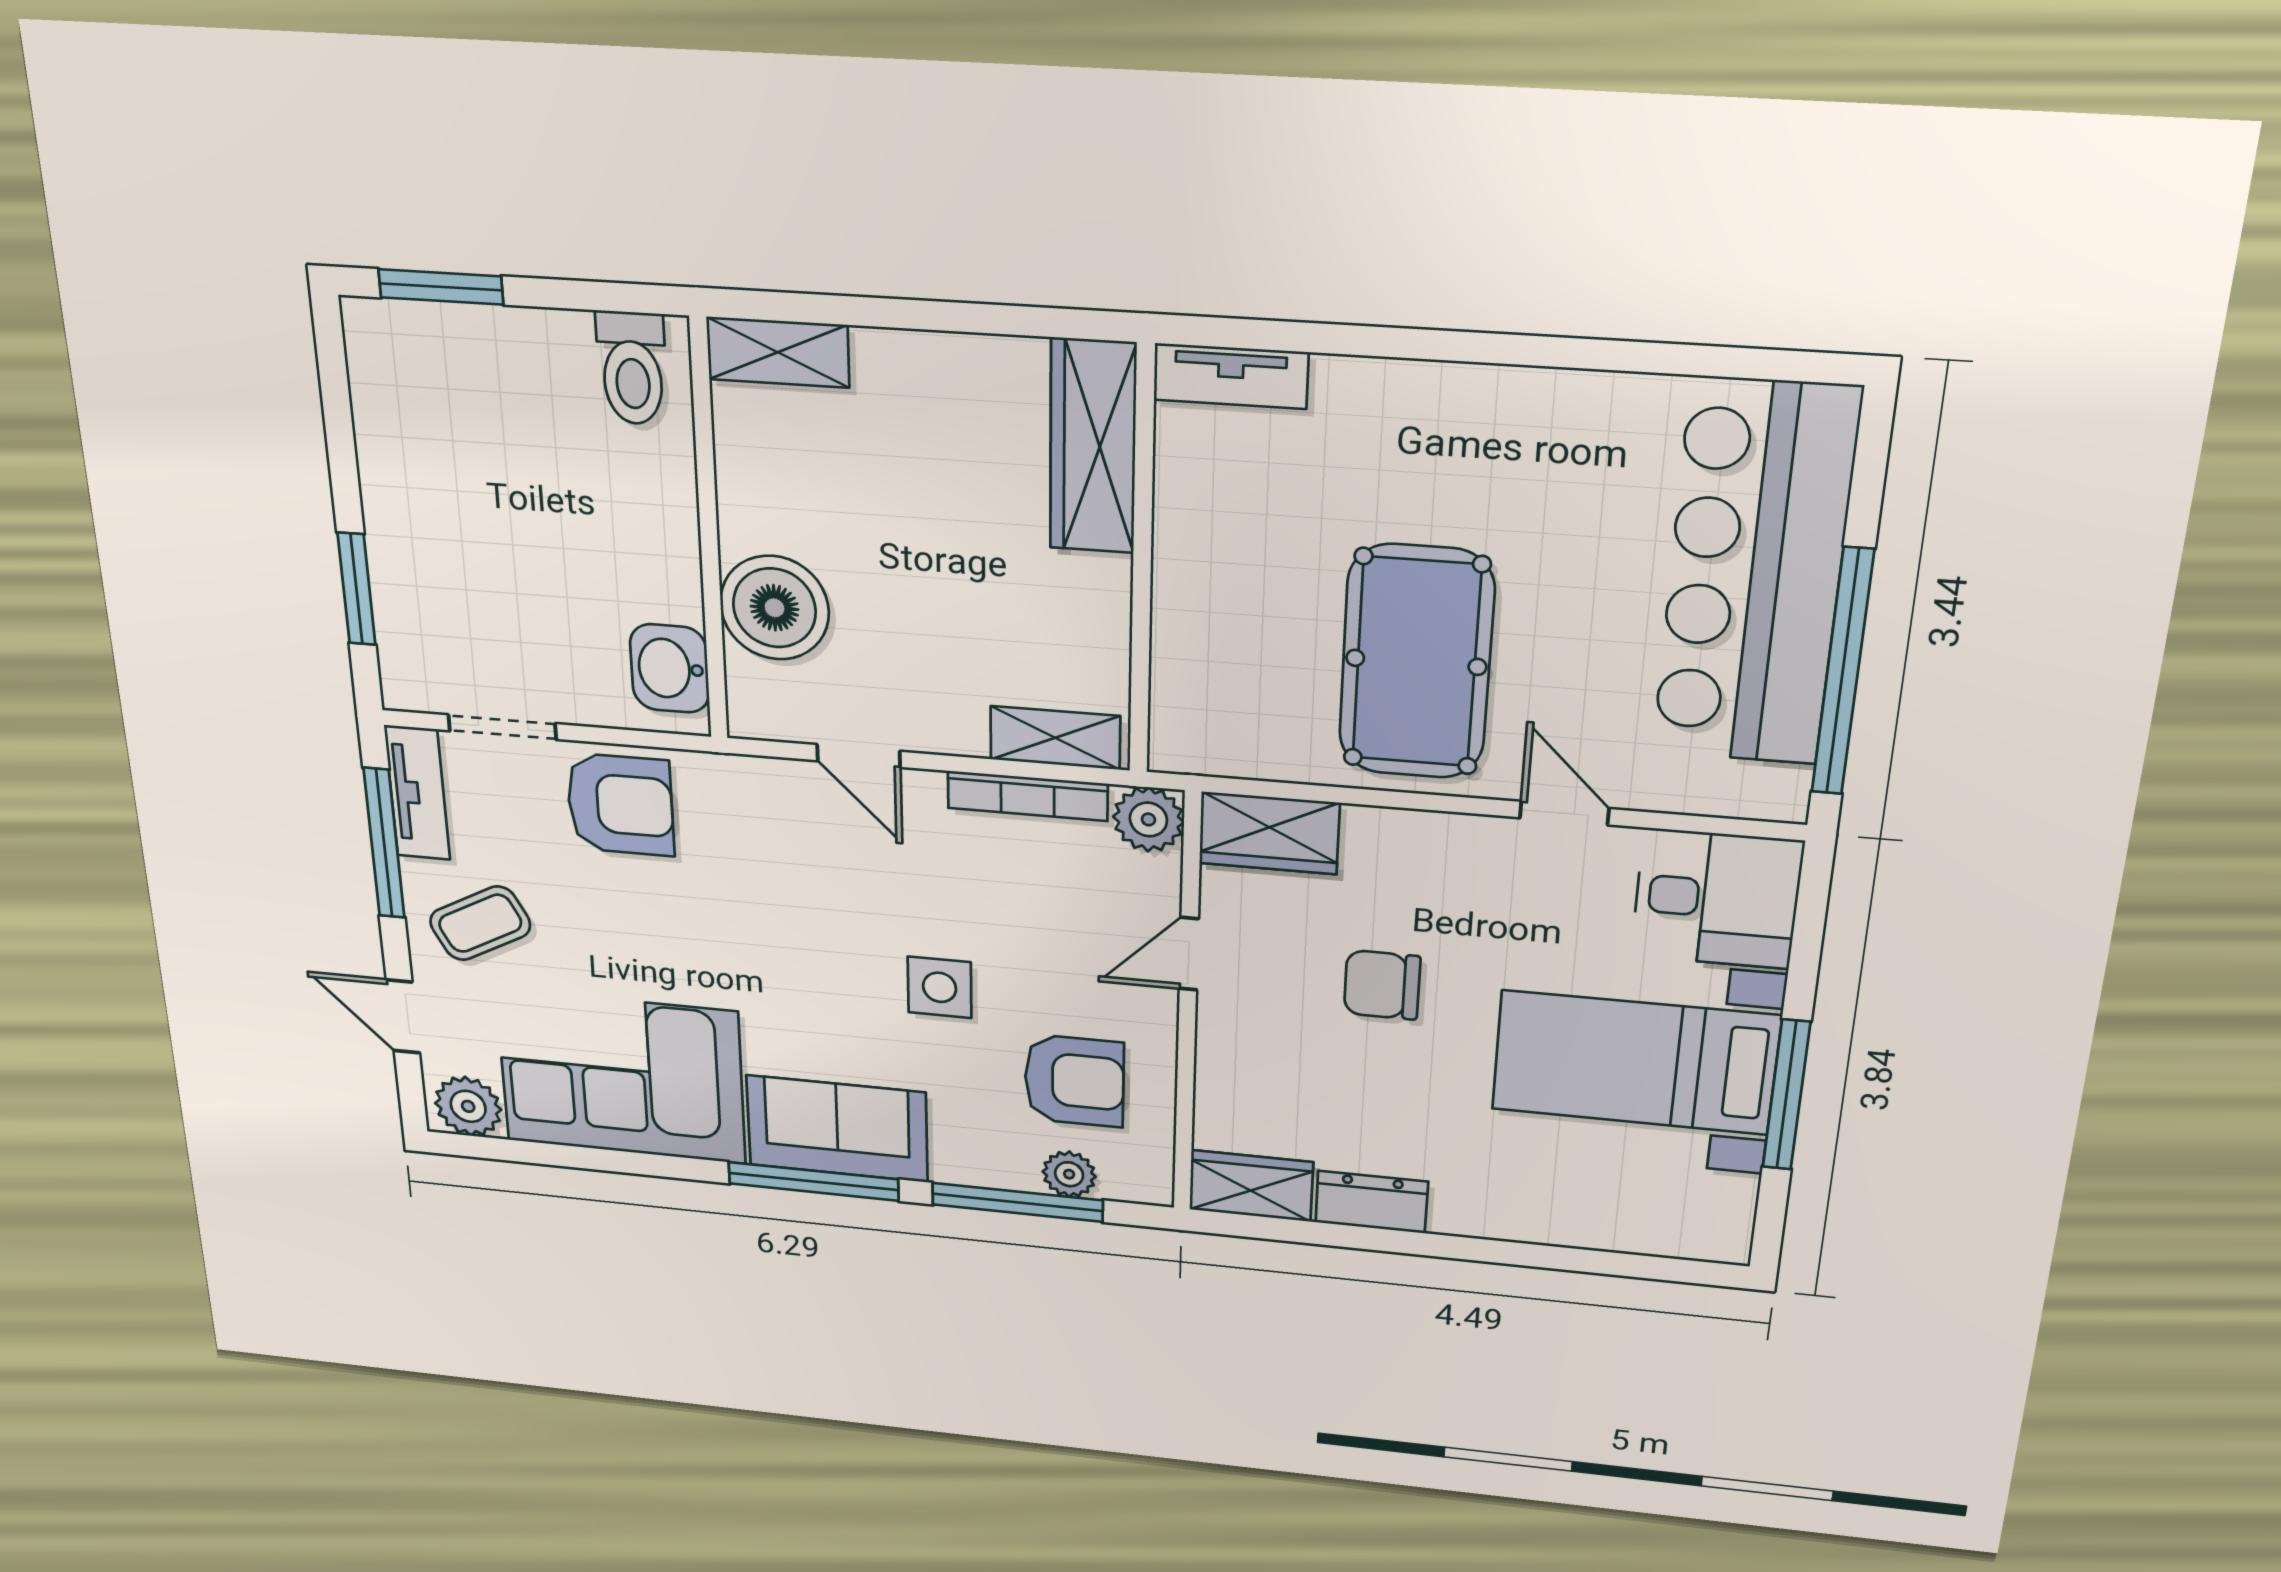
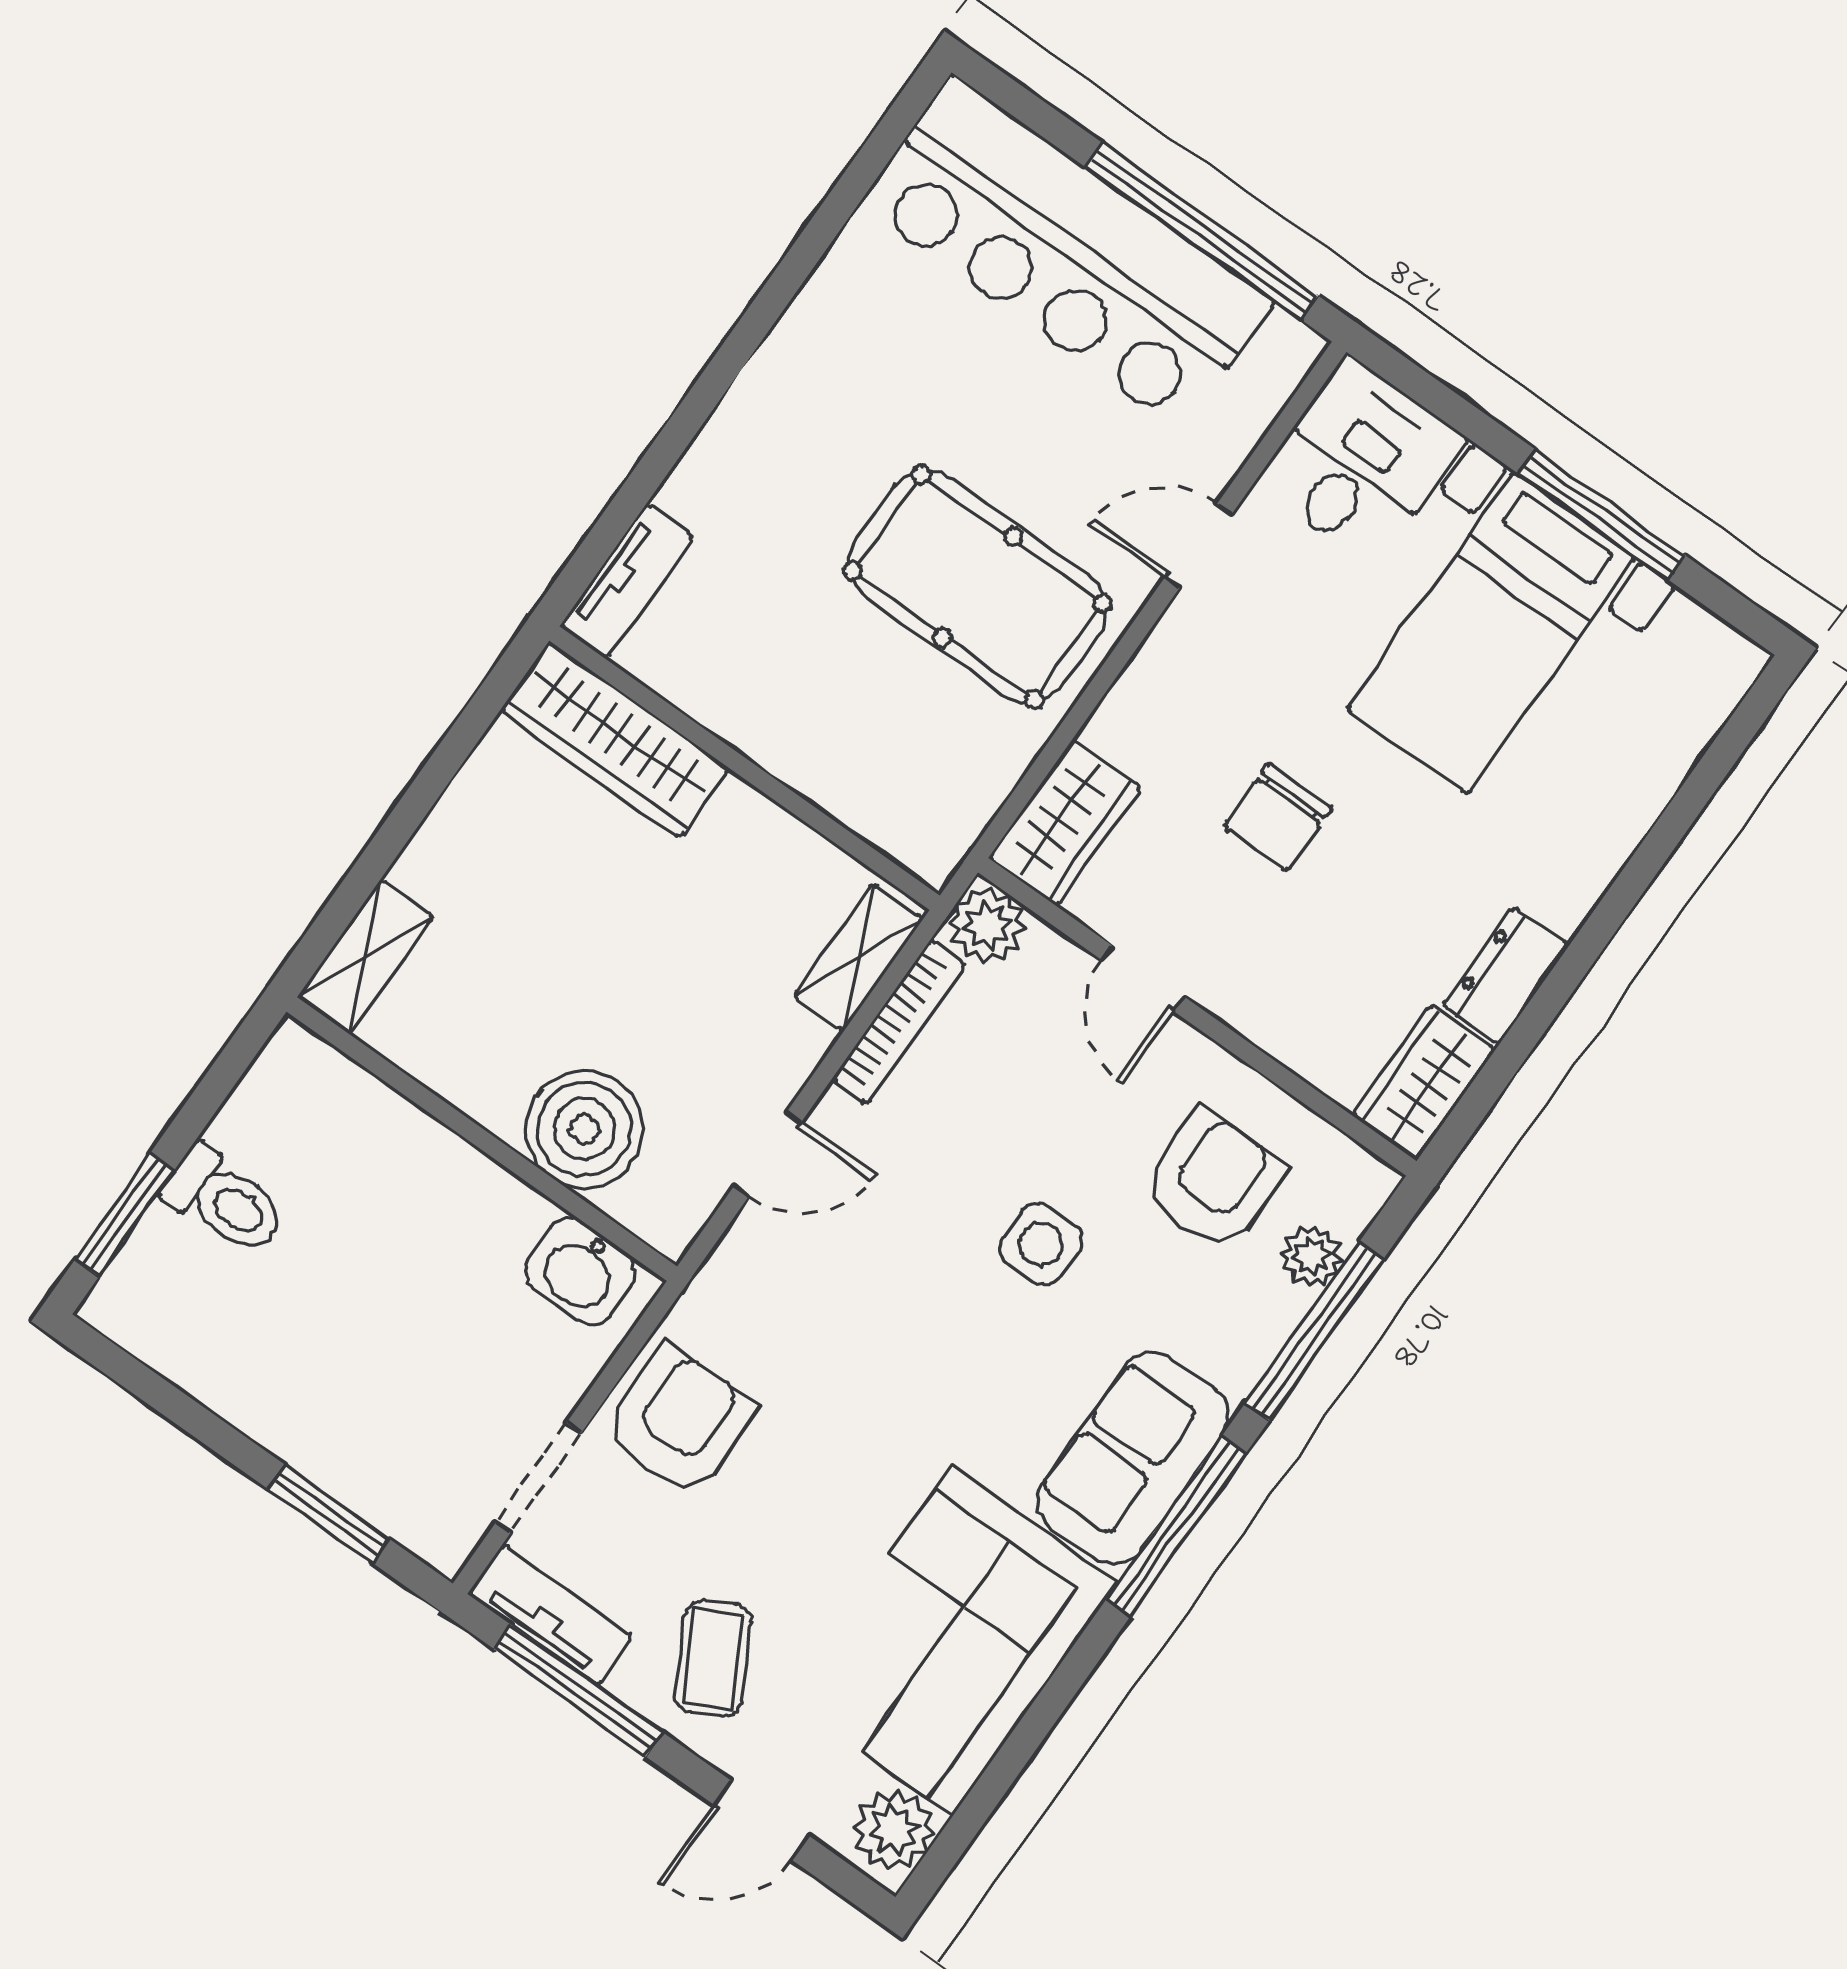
toilet: (632, 368) -> (225, 1201), moved

